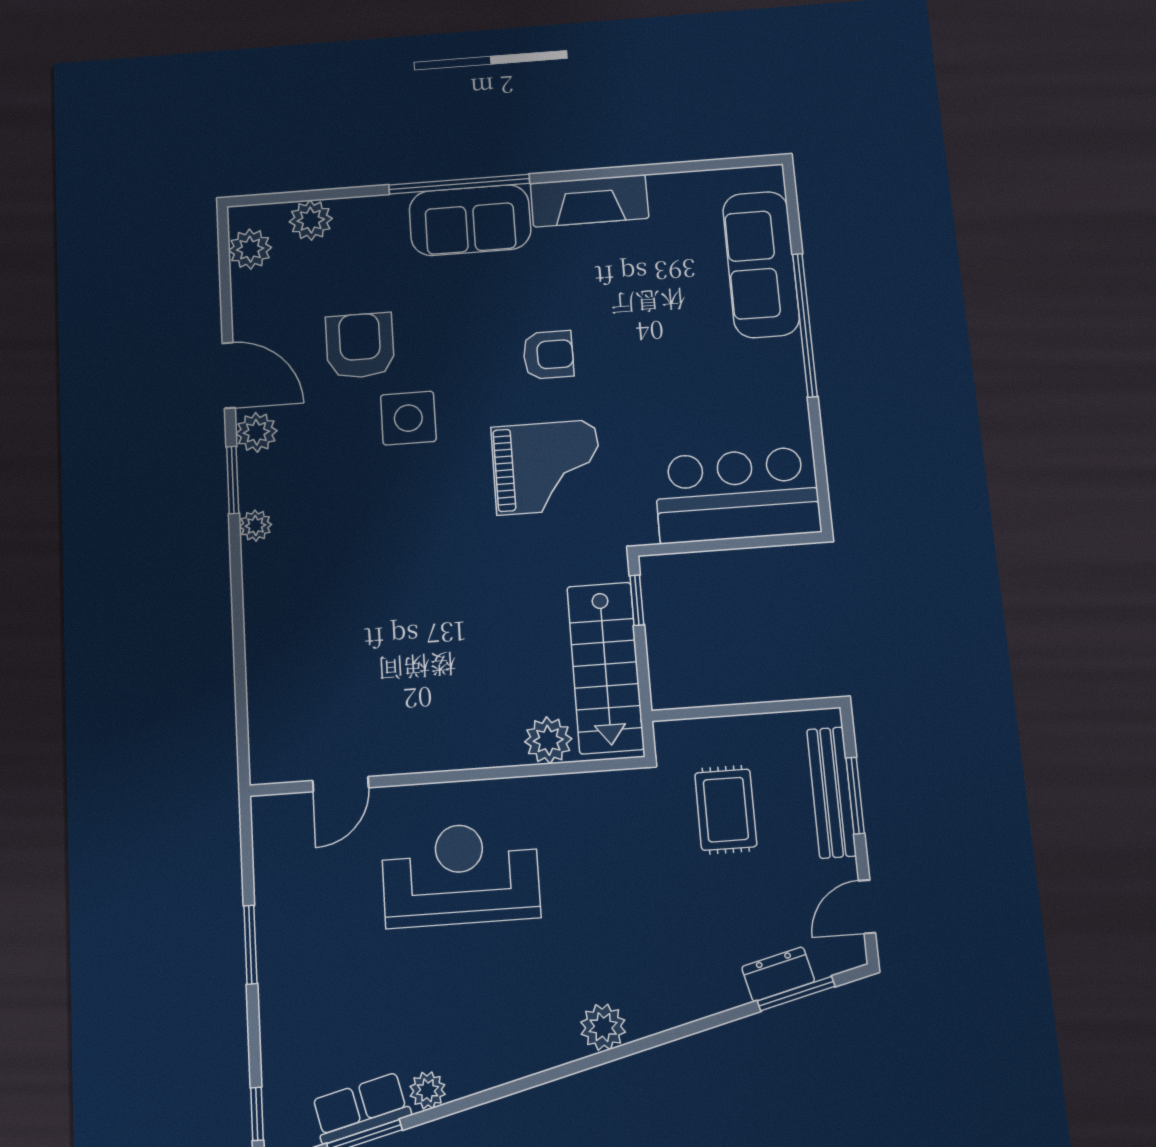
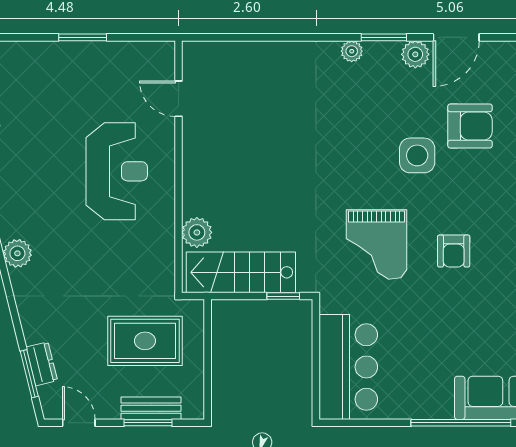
bench: (832, 792) -> (151, 408), width x0.73
rug: (726, 810) -> (145, 341), width x1.36, depth x1.43

